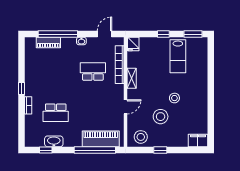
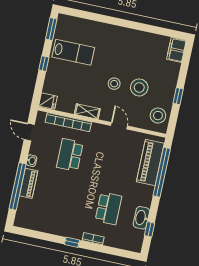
piano: (48, 43) -> (29, 183), moved
stool: (174, 98) -> (114, 84), moved

